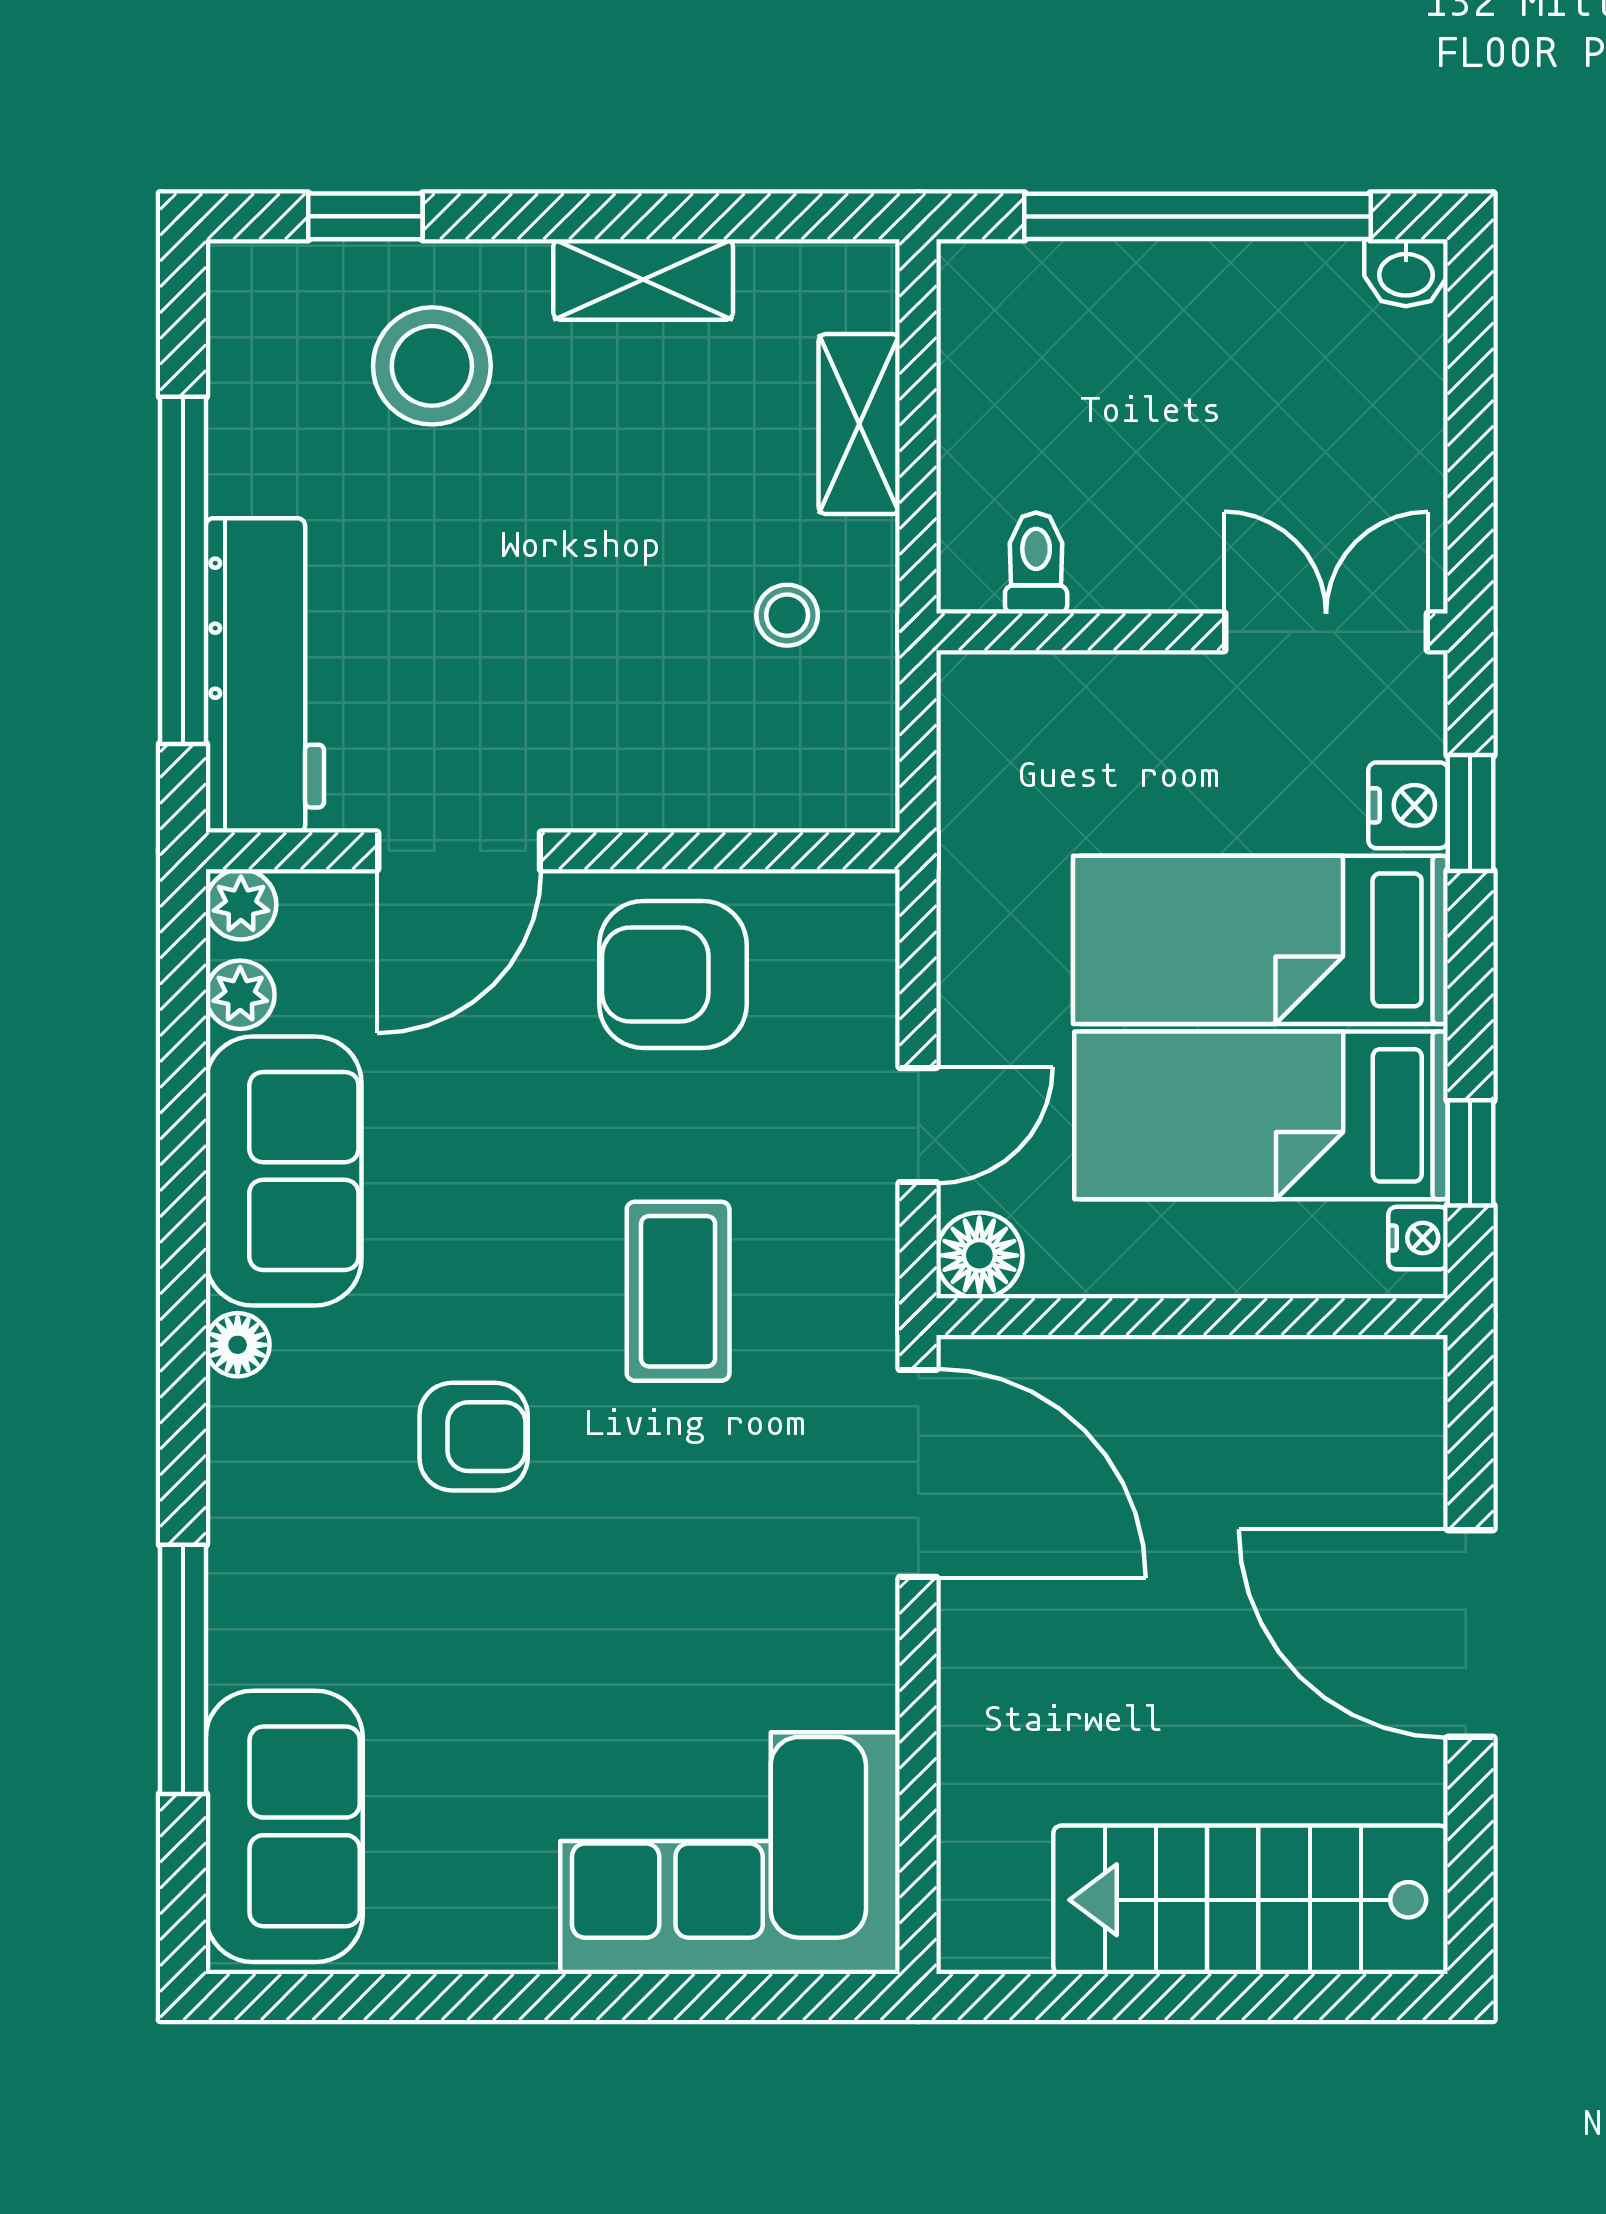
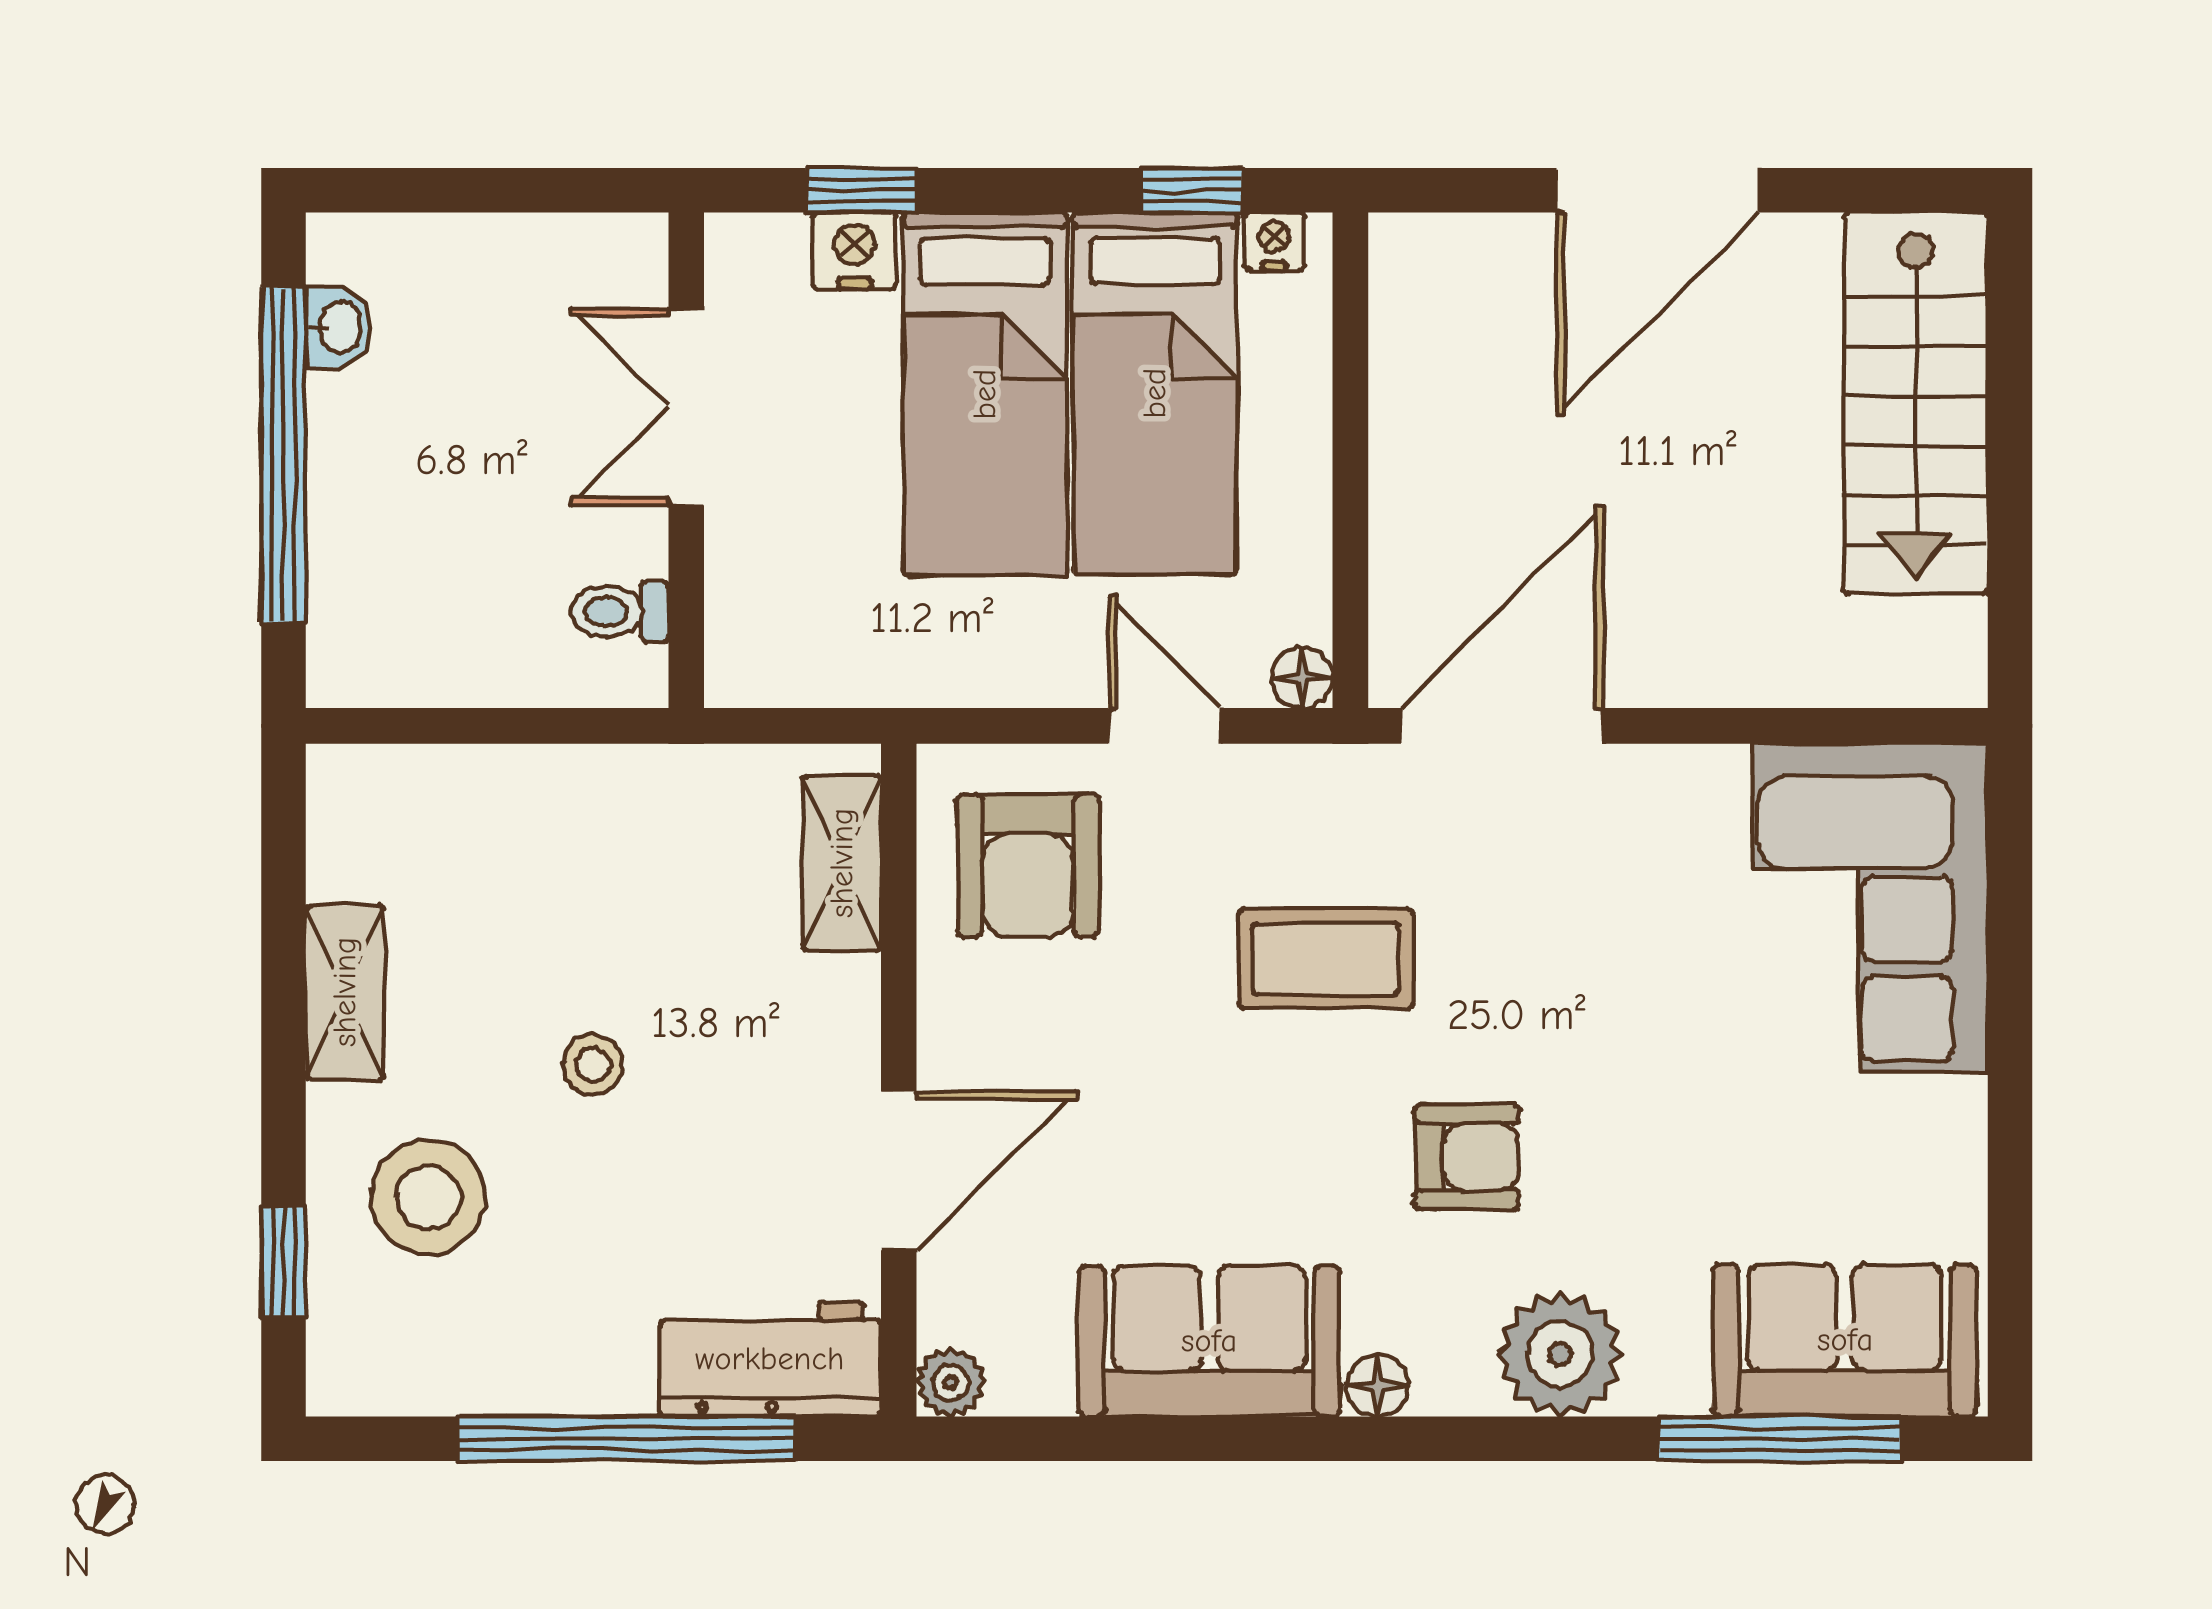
washbasin: (1406, 273) -> (338, 327), moved
shelving: (859, 424) -> (842, 863), moved, turned 90
stool: (787, 615) -> (593, 1065), moved
double door: (1326, 632) -> (686, 407), moved
workbench: (265, 675) -> (770, 1359), width x0.73
door: (459, 851) -> (899, 1171), hinge flipped
armchair: (673, 974) -> (1028, 866), moved
plant: (240, 995) -> (1560, 1354), moved, width x1.88, depth x1.88
floor lamp: (979, 1255) -> (1302, 678), width x0.73, depth x0.73
armchair: (474, 1437) -> (1467, 1157), turned 90
window: (183, 1669) -> (1780, 1439), moved

